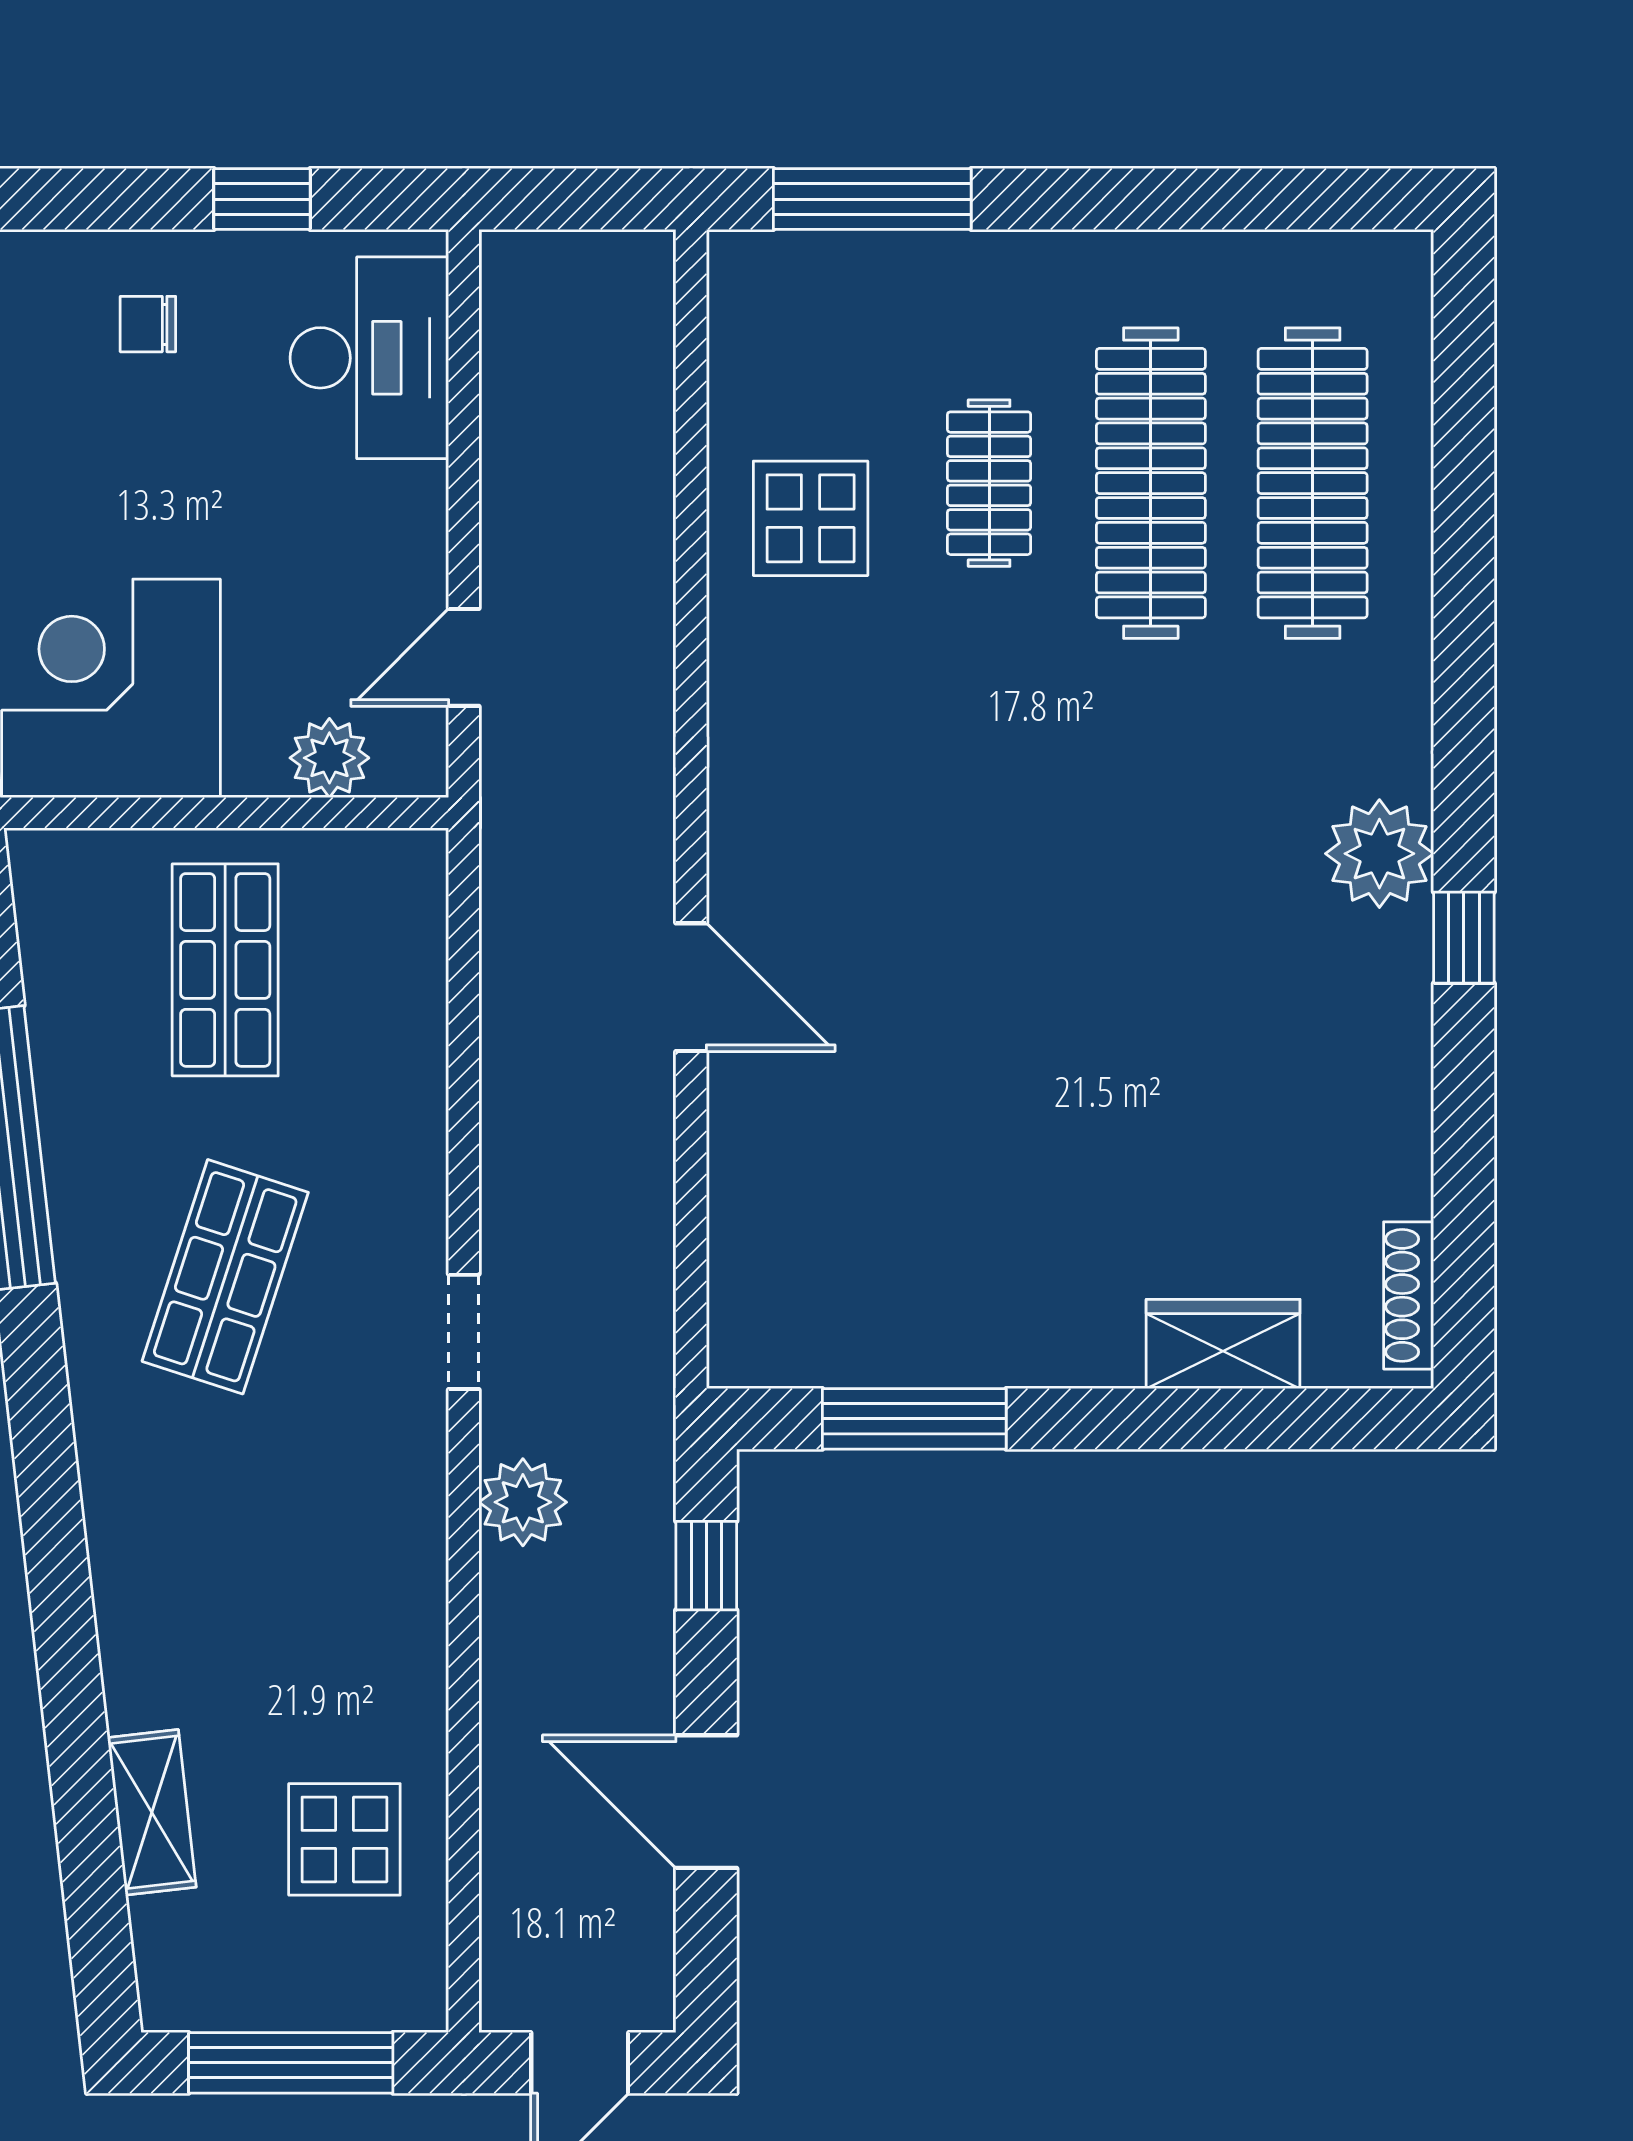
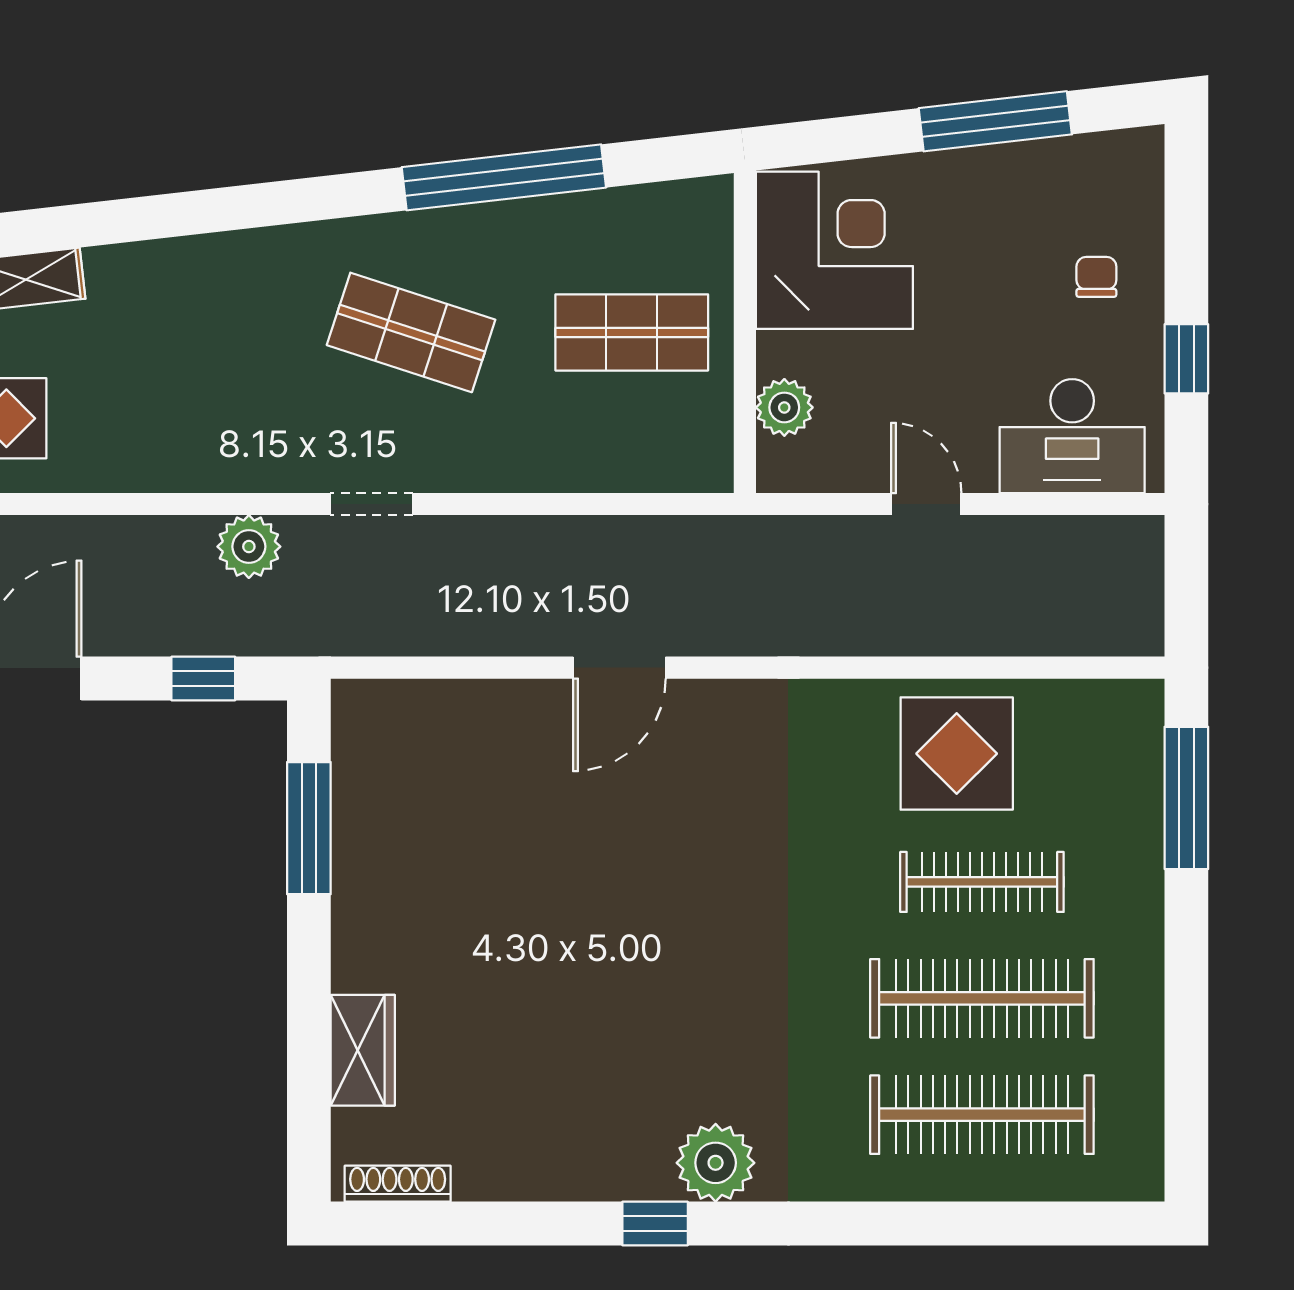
clothes rail: (989, 483) -> (982, 882), width x1.36
display table: (811, 518) -> (957, 754), width x1.36, depth x1.36
door: (464, 657) -> (926, 504), moved

